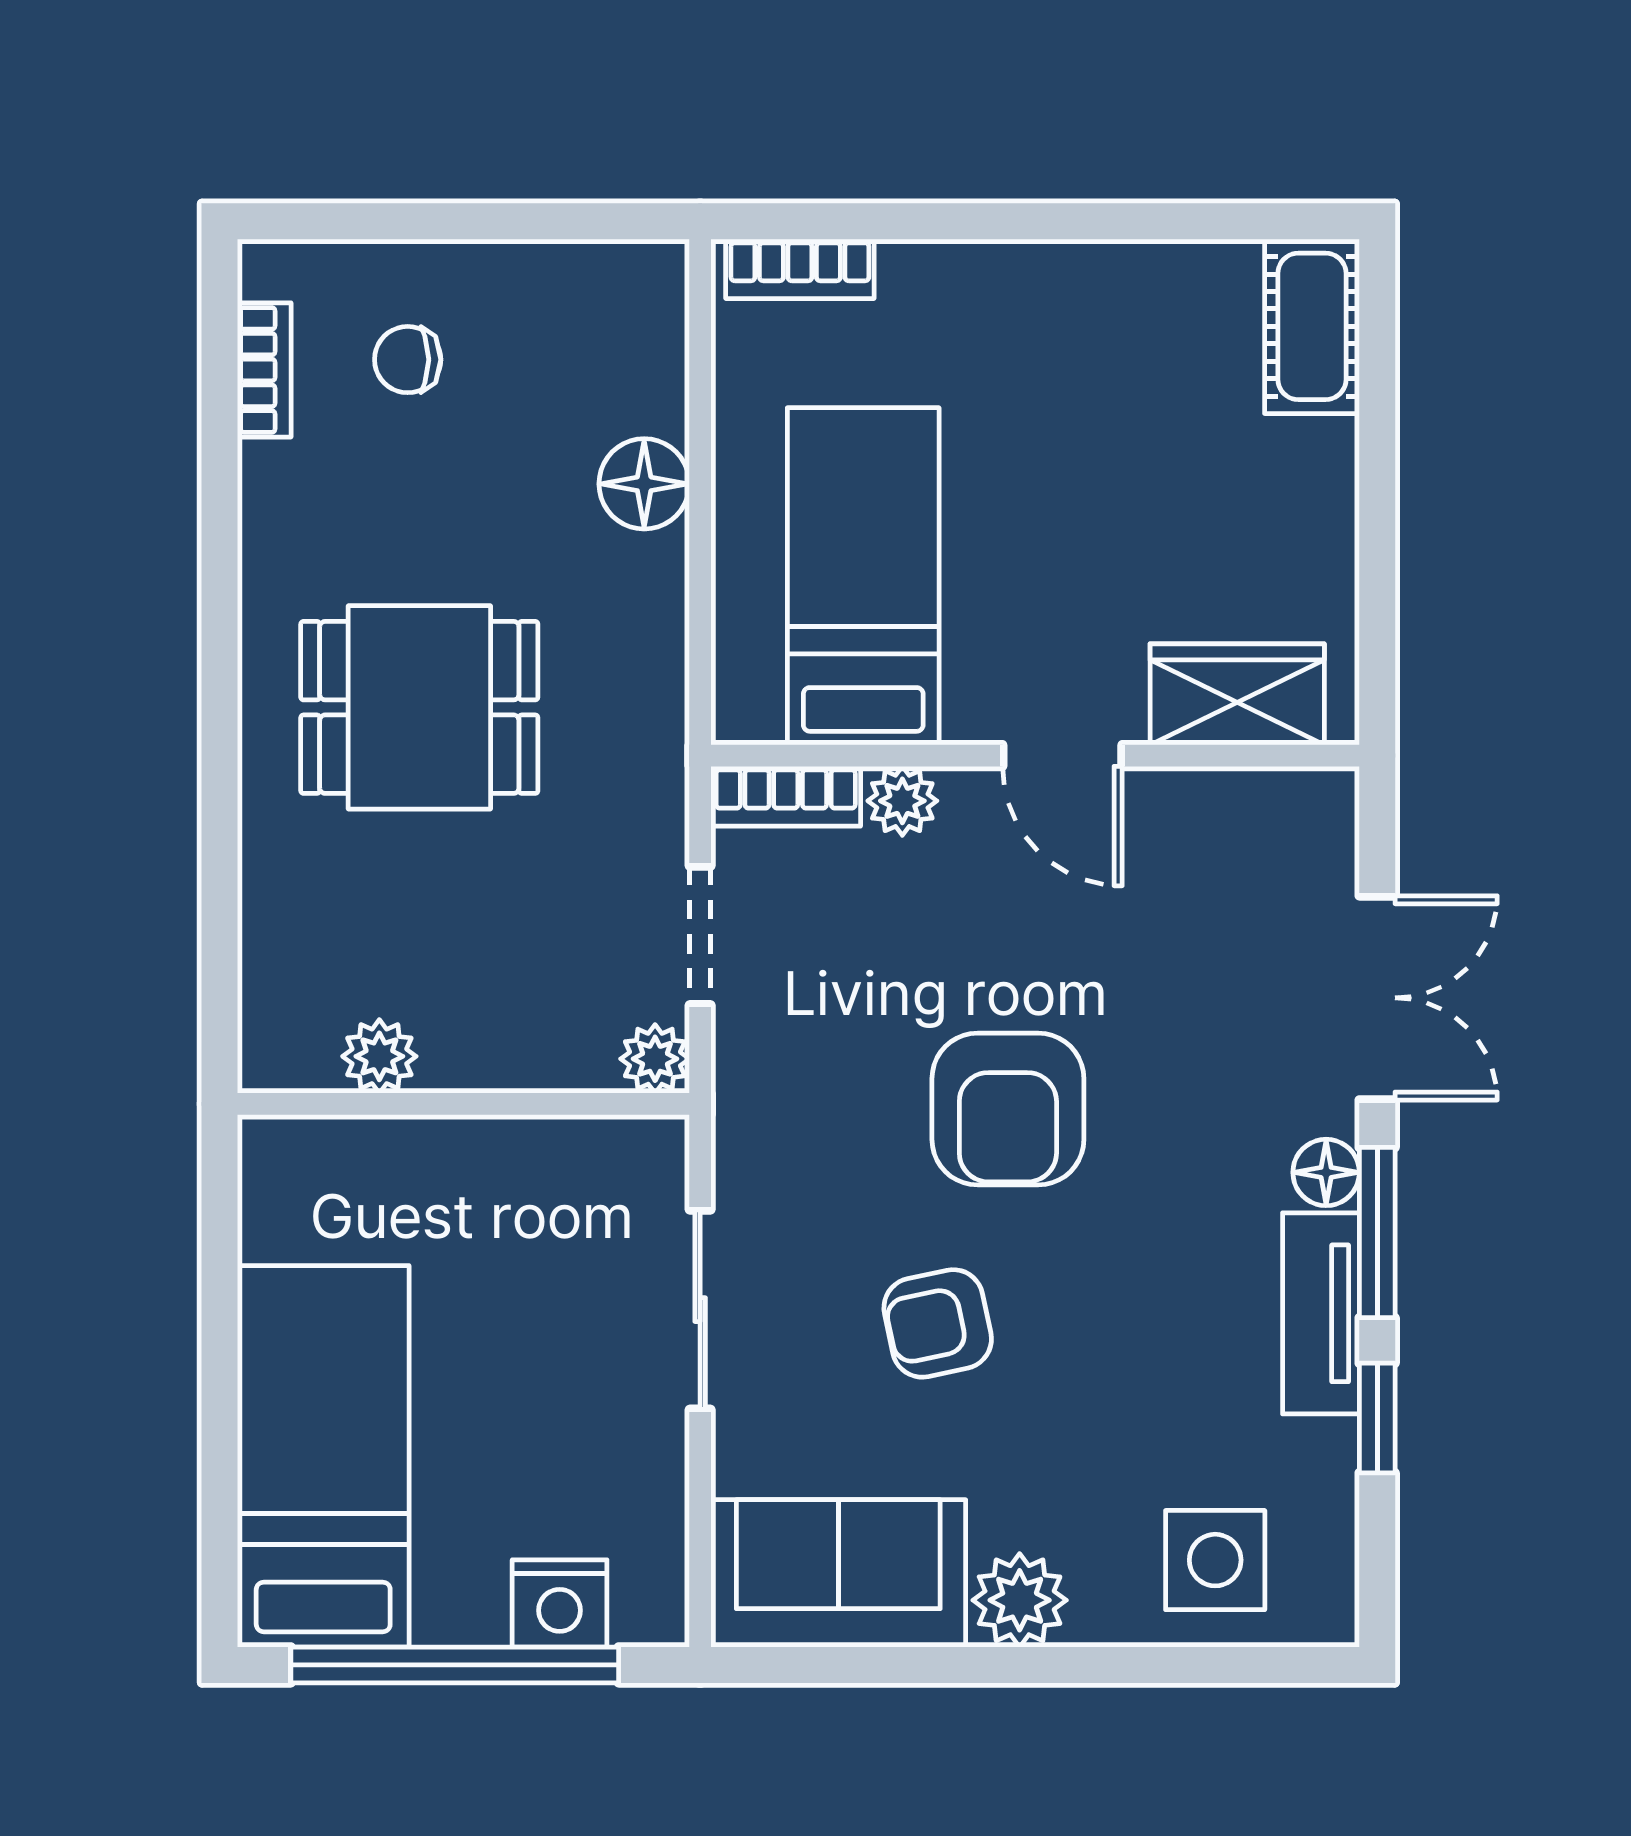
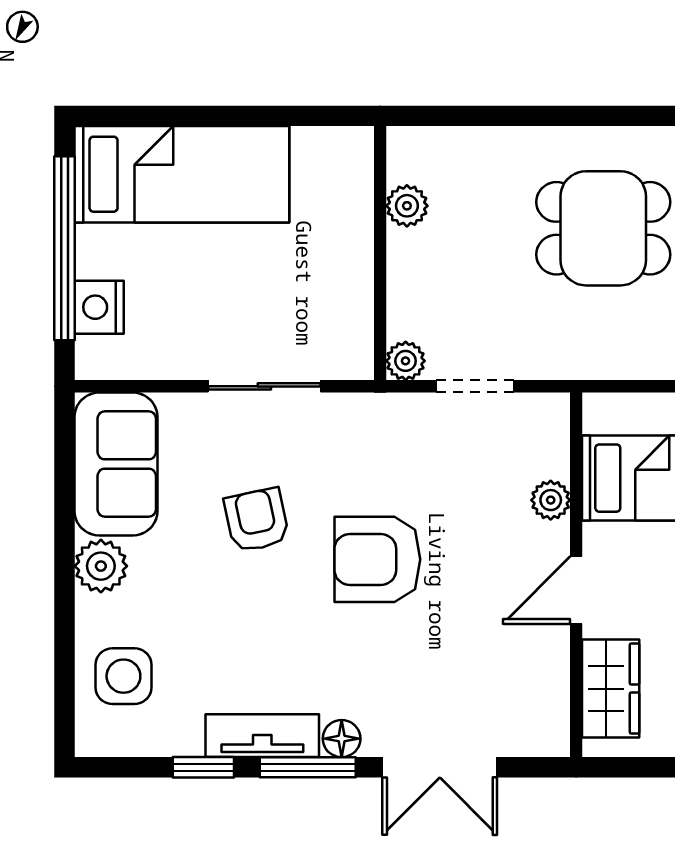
dining table: (419, 707) -> (603, 228), turned 90
bookcase: (786, 796) -> (553, 434), removed

